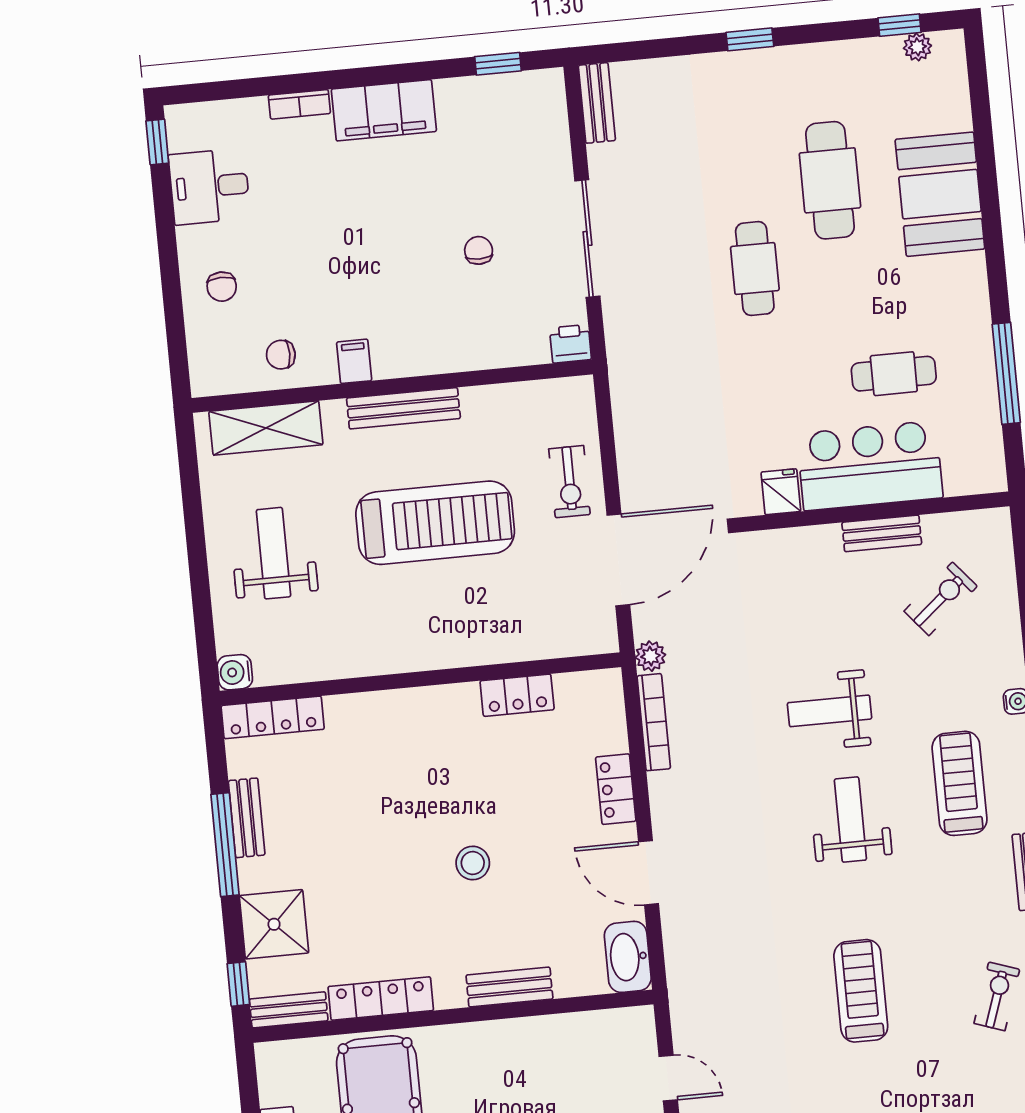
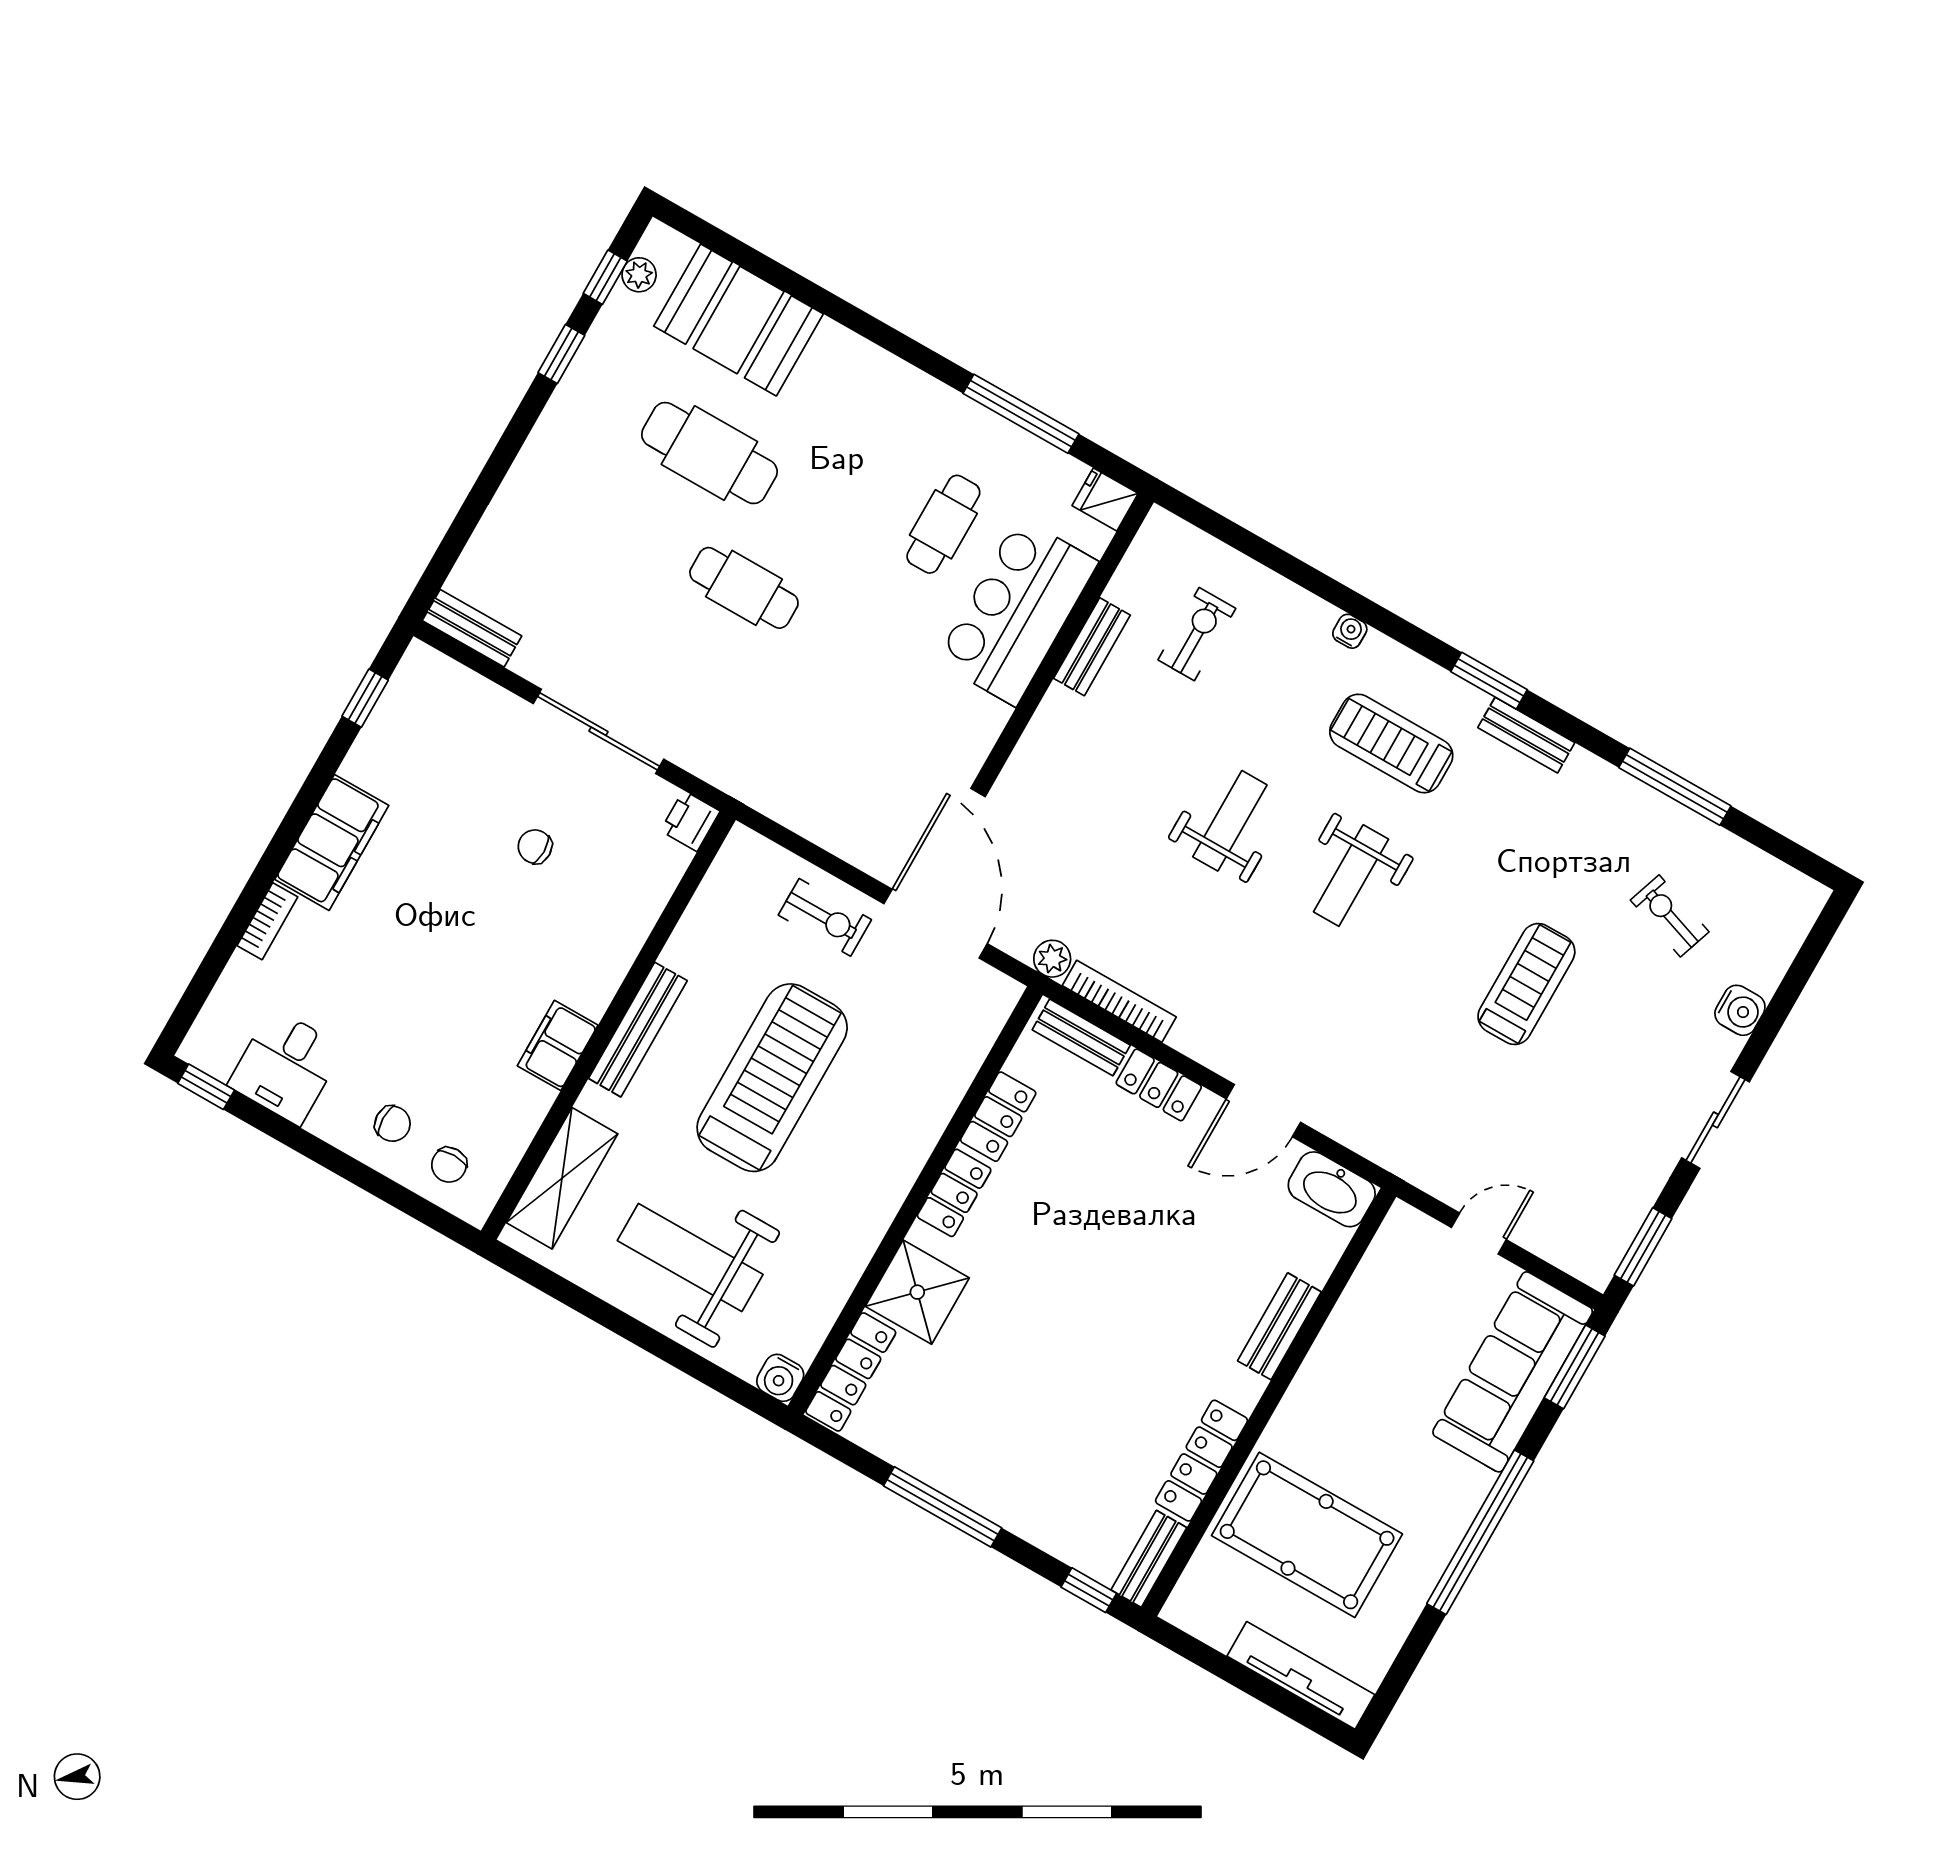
window: (750, 39) -> (561, 354), moved
booth: (940, 194) -> (738, 320), moved
chair: (281, 355) -> (449, 1165), moved
filing cabinet: (354, 361) -> (558, 1045), width x2.00
fridge: (781, 492) -> (1105, 500), moved
weight bench: (274, 553) -> (690, 1257), width x1.36, depth x1.33
exercise bike: (941, 599) -> (1197, 634), turned 40
locker: (444, 702) -> (954, 1193), added
weight bench: (829, 711) -> (1230, 821), turned 180
bench: (247, 818) -> (1081, 1037), moved
weight bench: (850, 820) -> (1351, 876), turned -90
stool: (473, 863) -> (1132, 1276), removed
shower: (274, 924) -> (917, 1292), moved
treadmill: (861, 991) -> (1526, 984), turned 90
exercise bike: (997, 996) -> (1670, 916), moved

